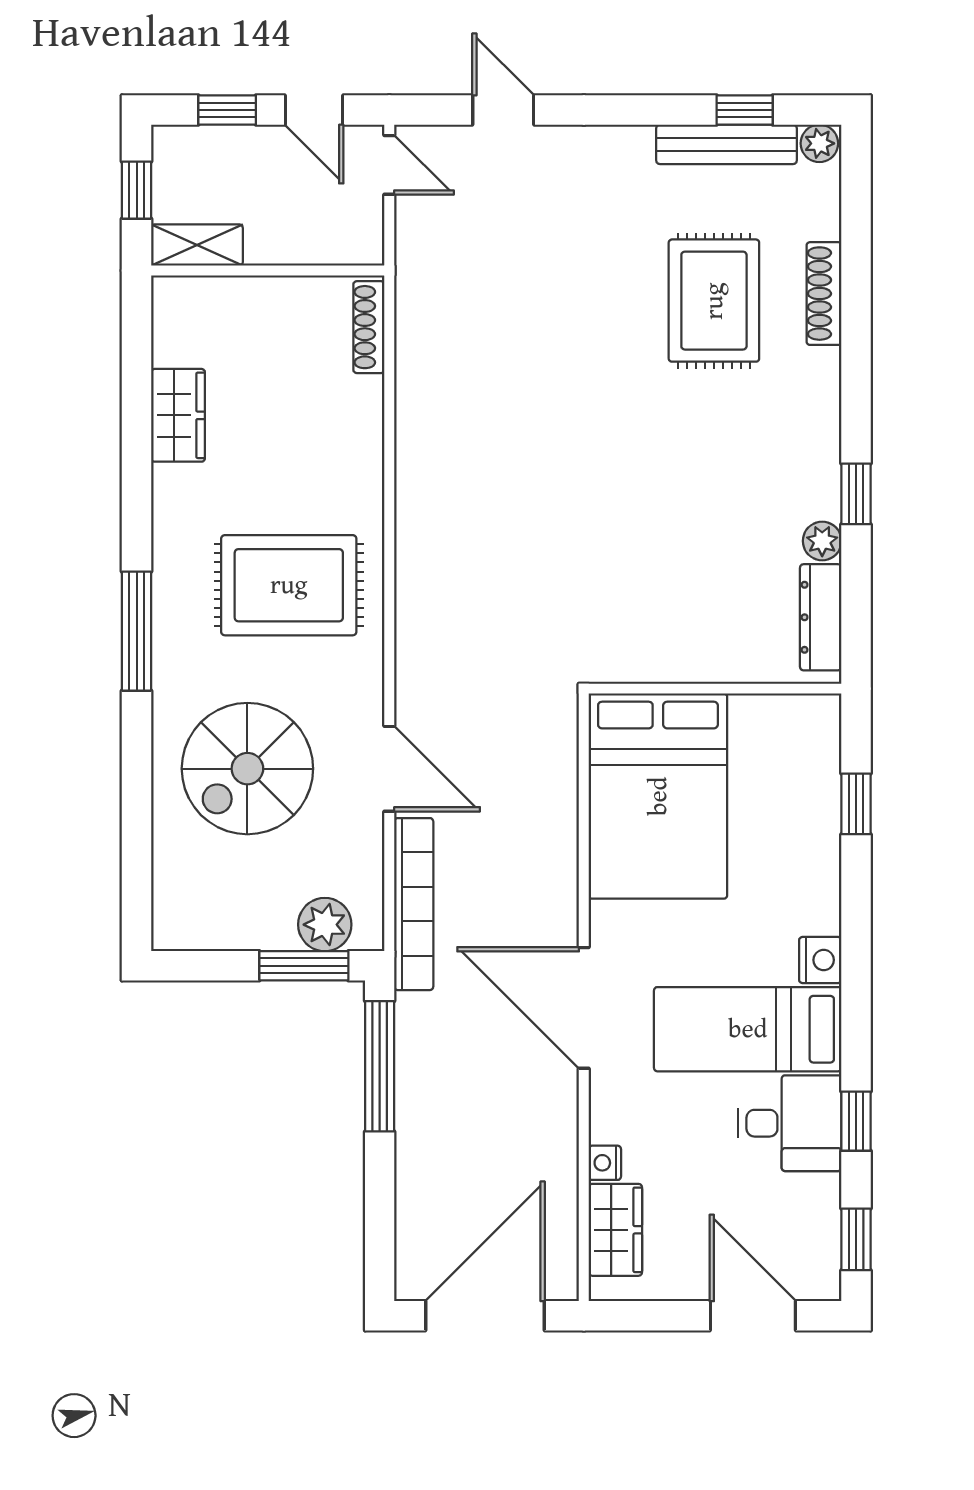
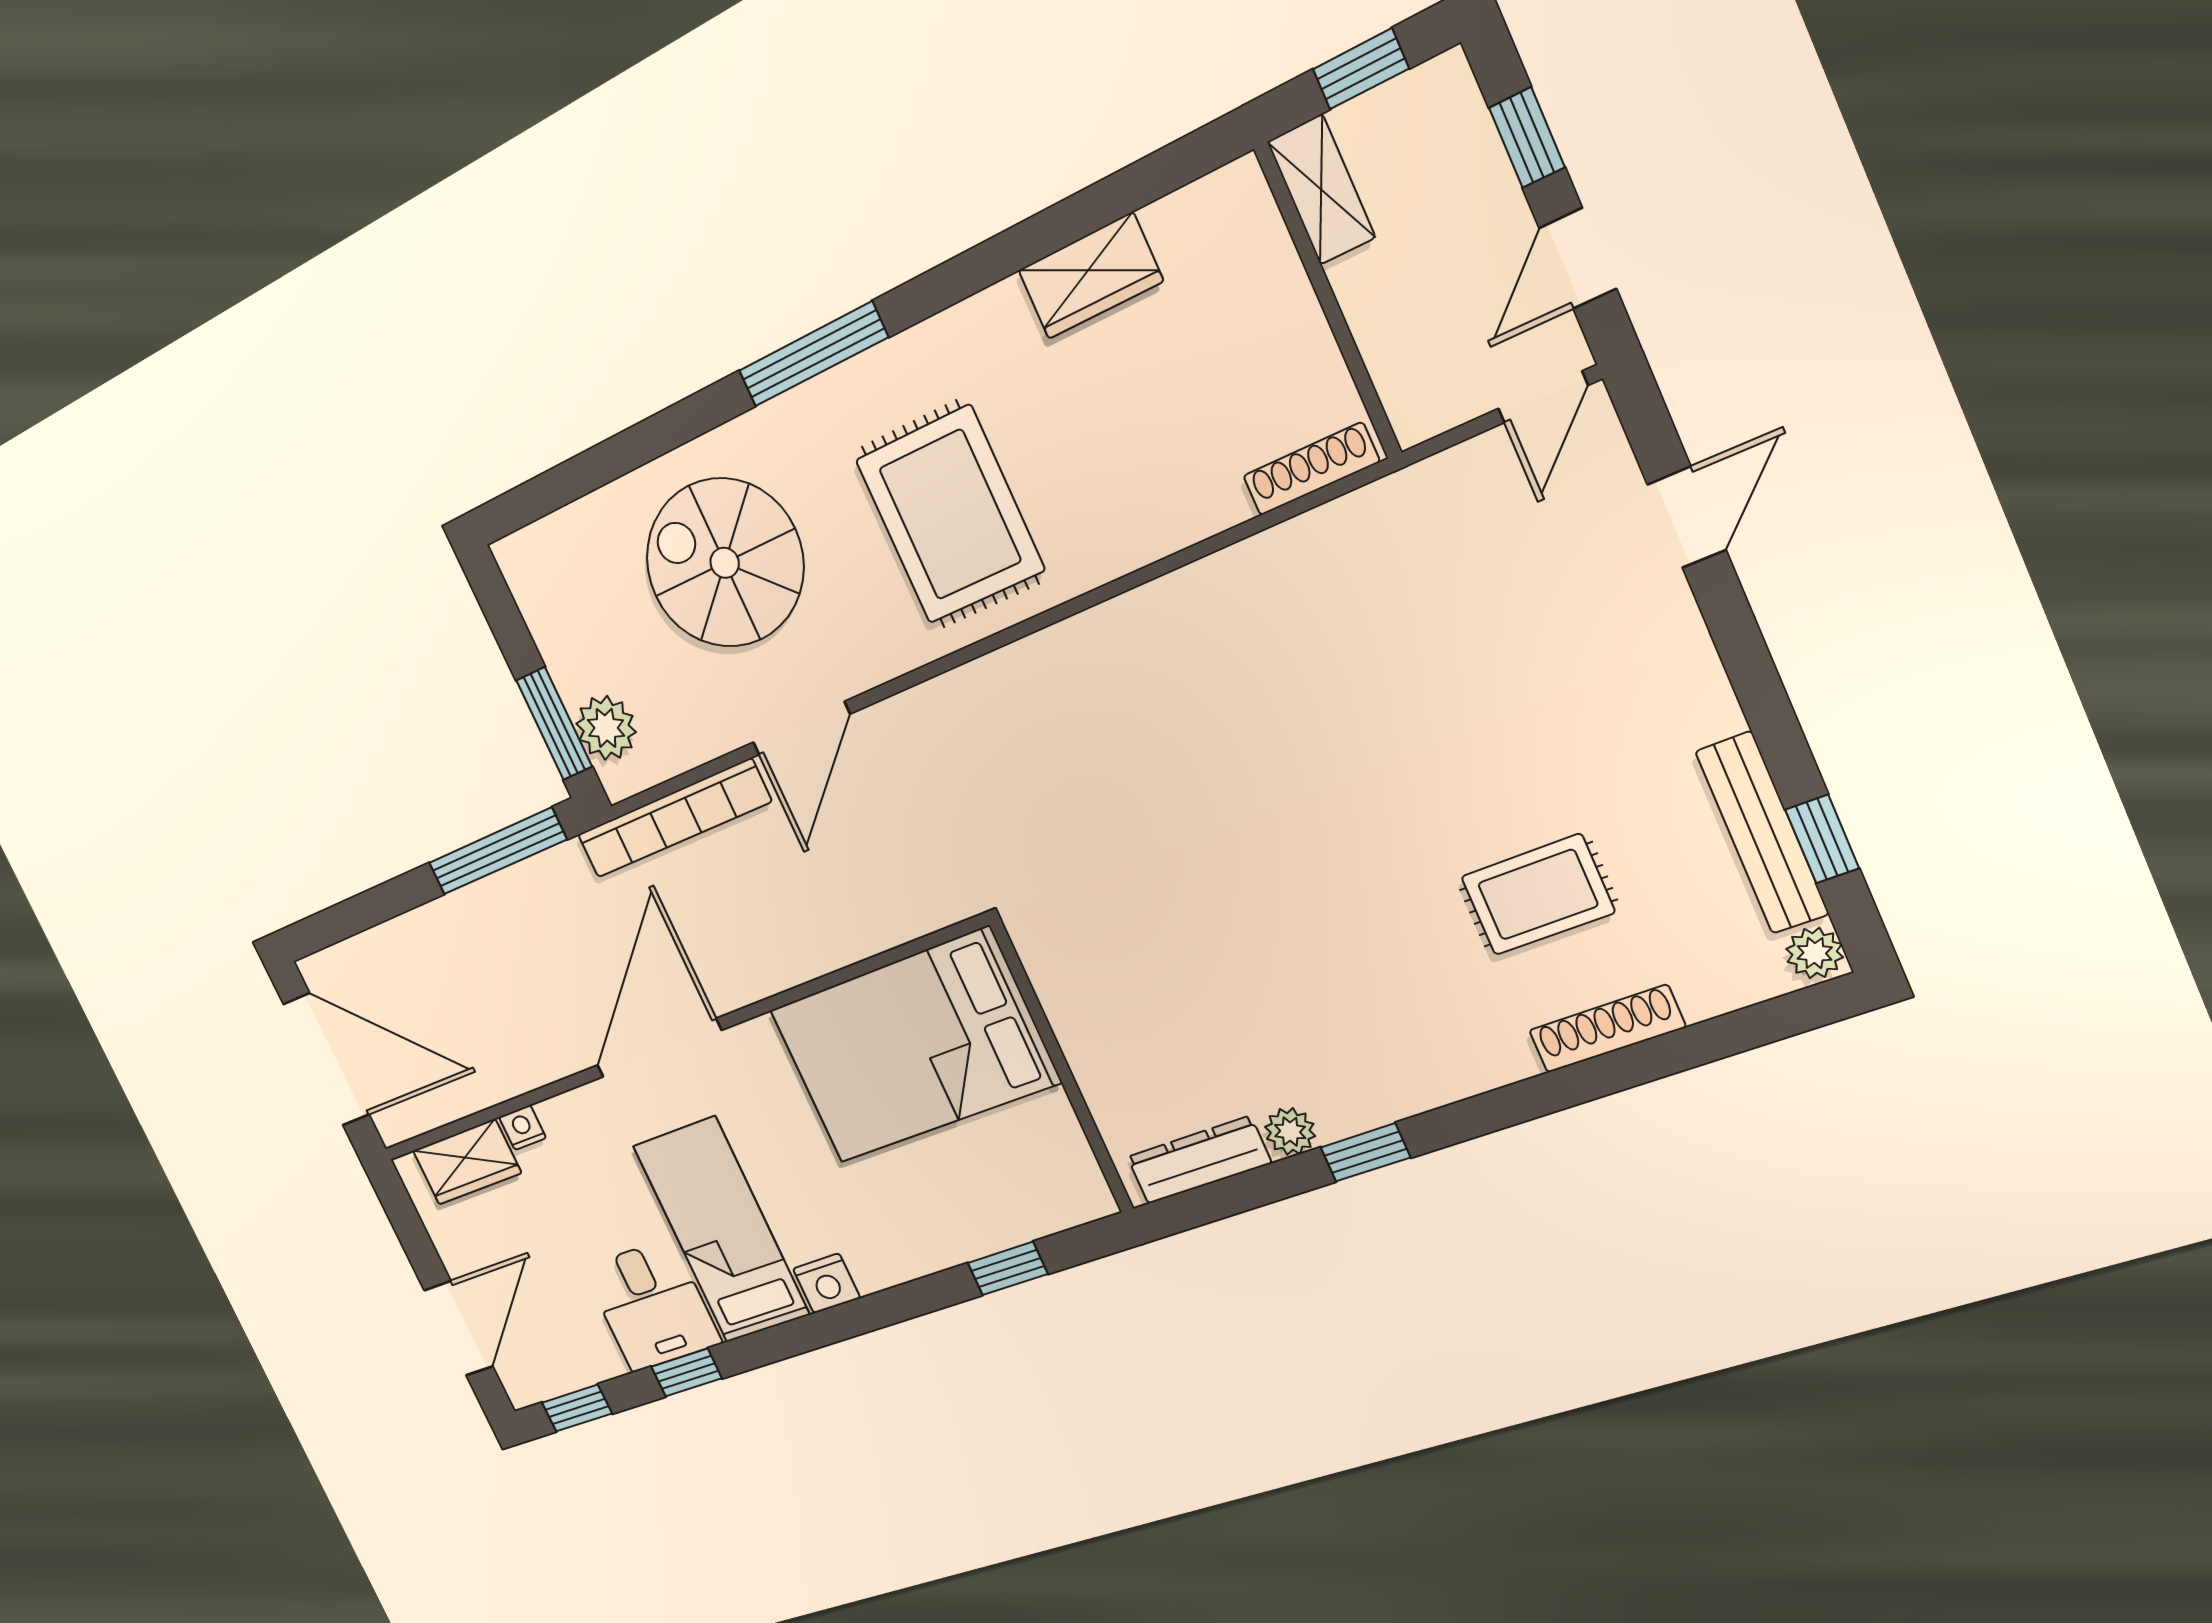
rug: (714, 301) -> (1538, 895), width x0.73, depth x0.70

